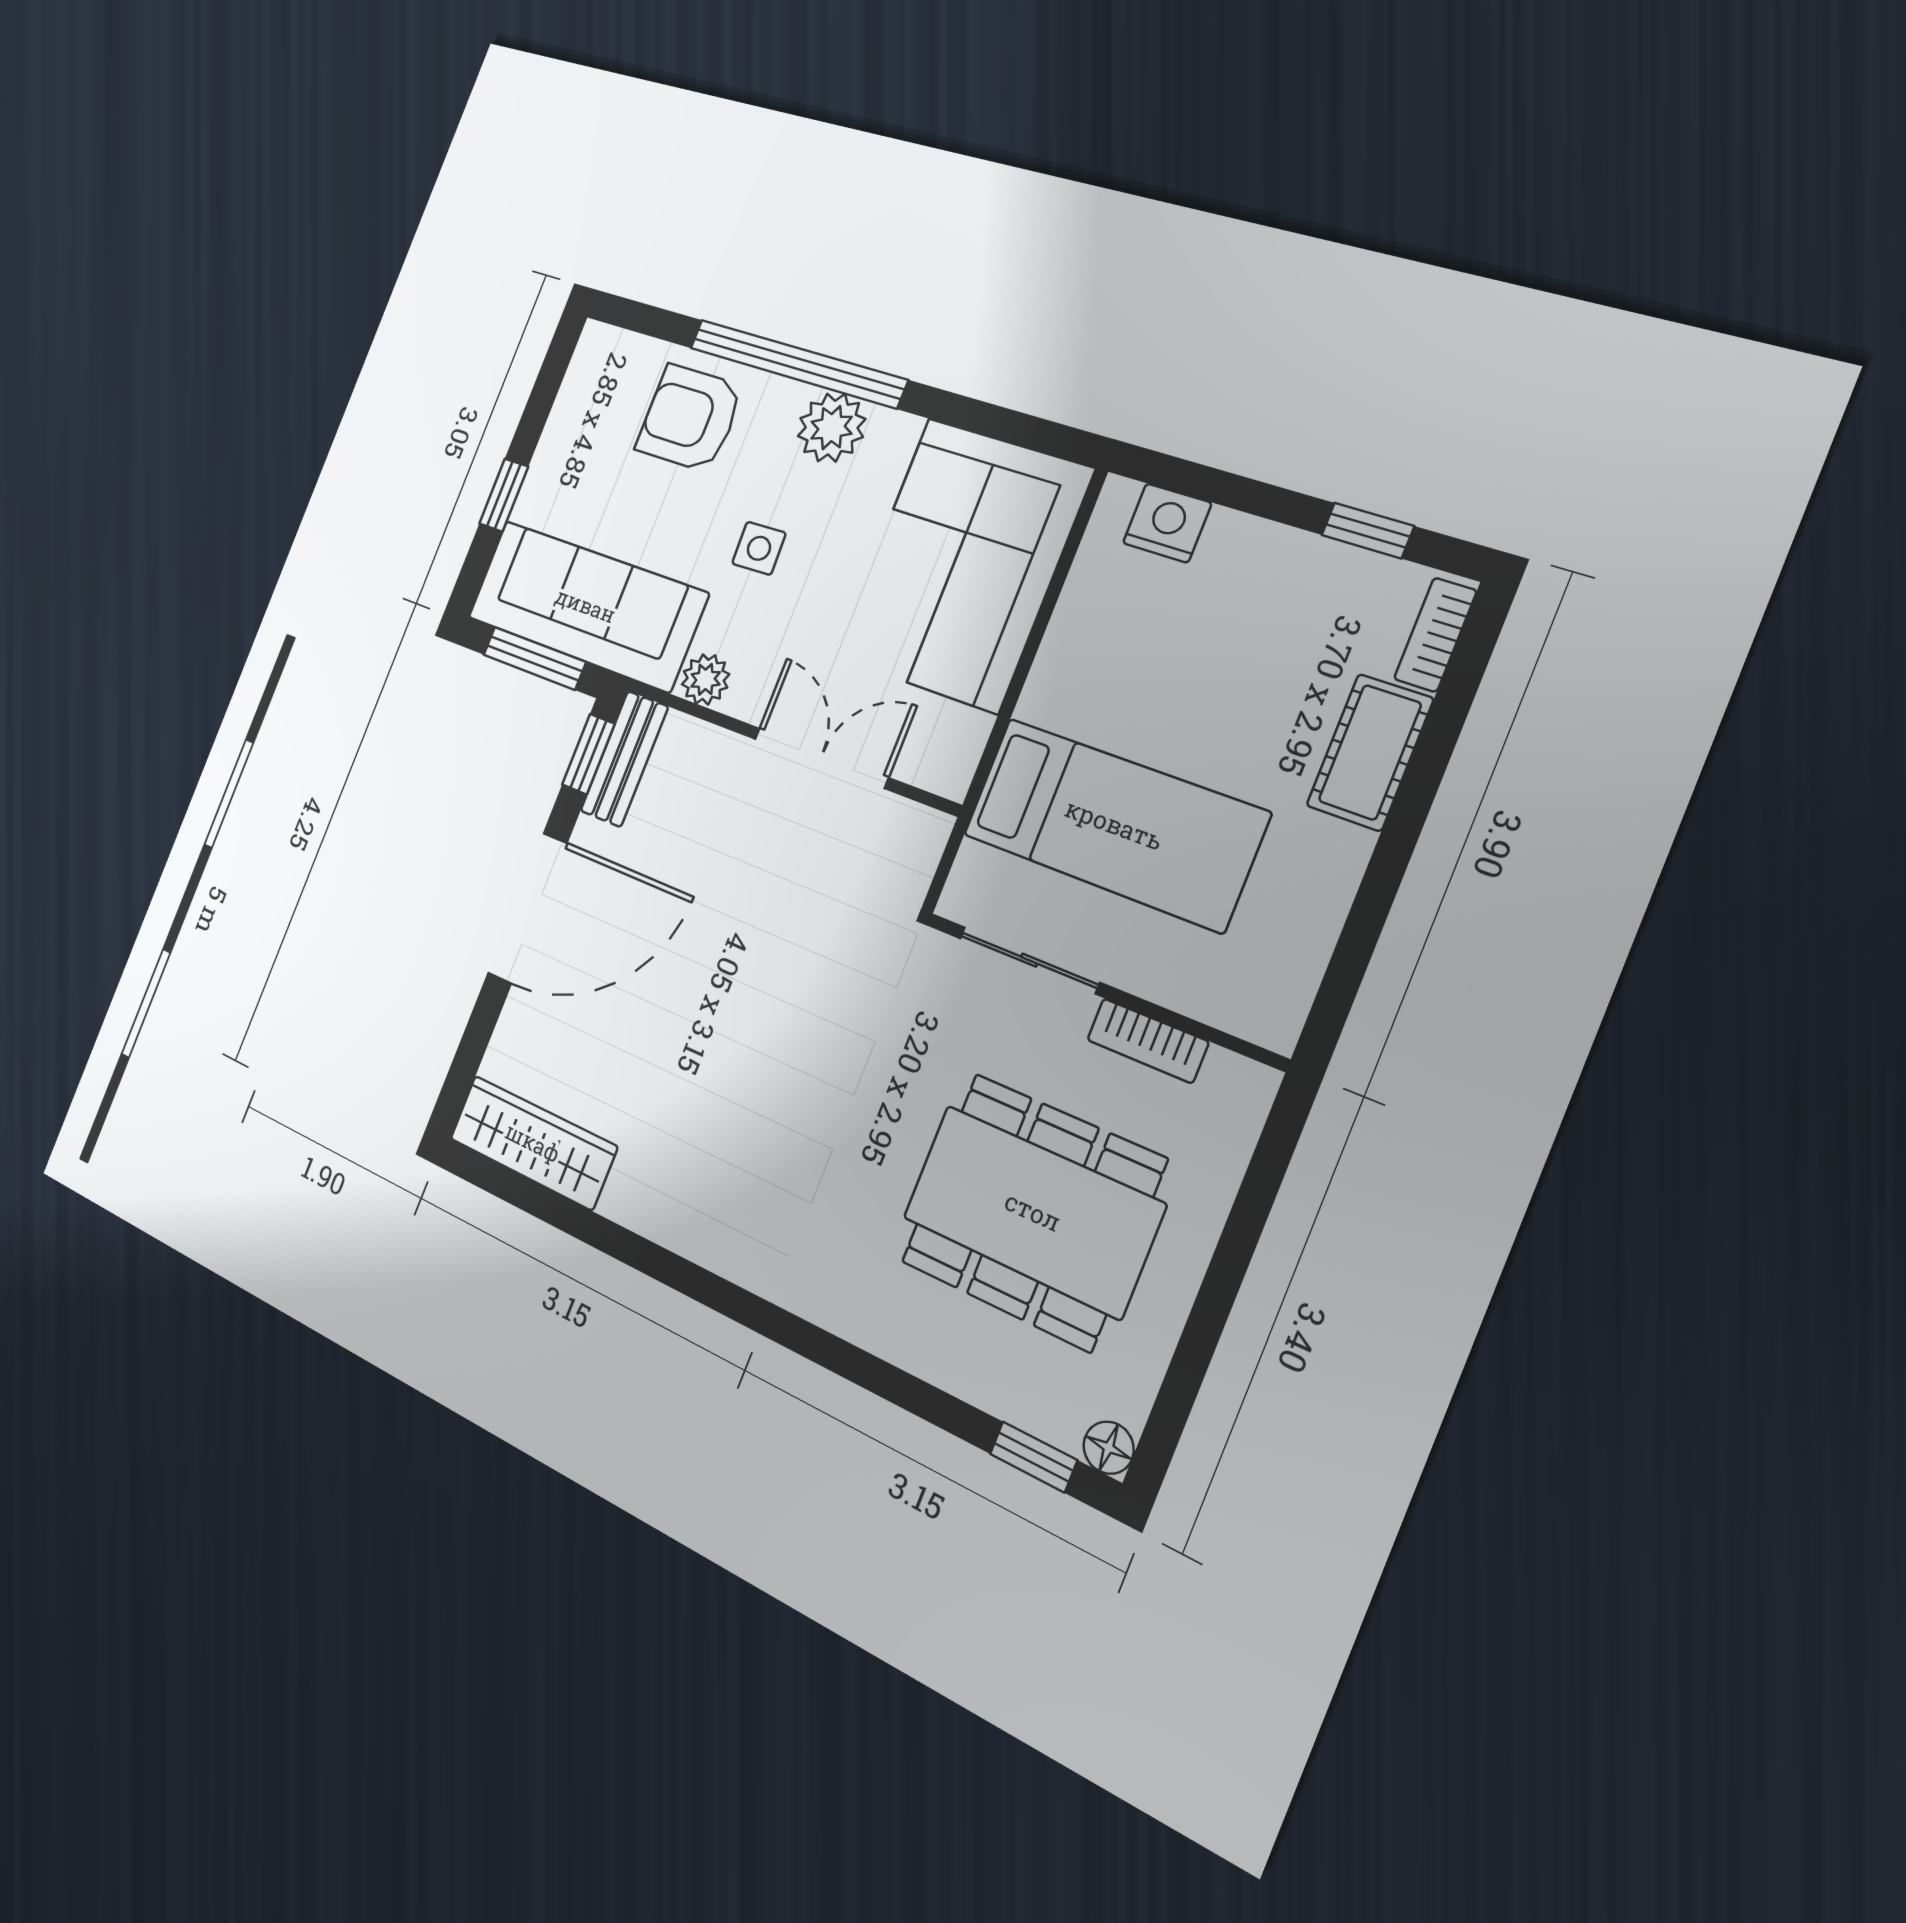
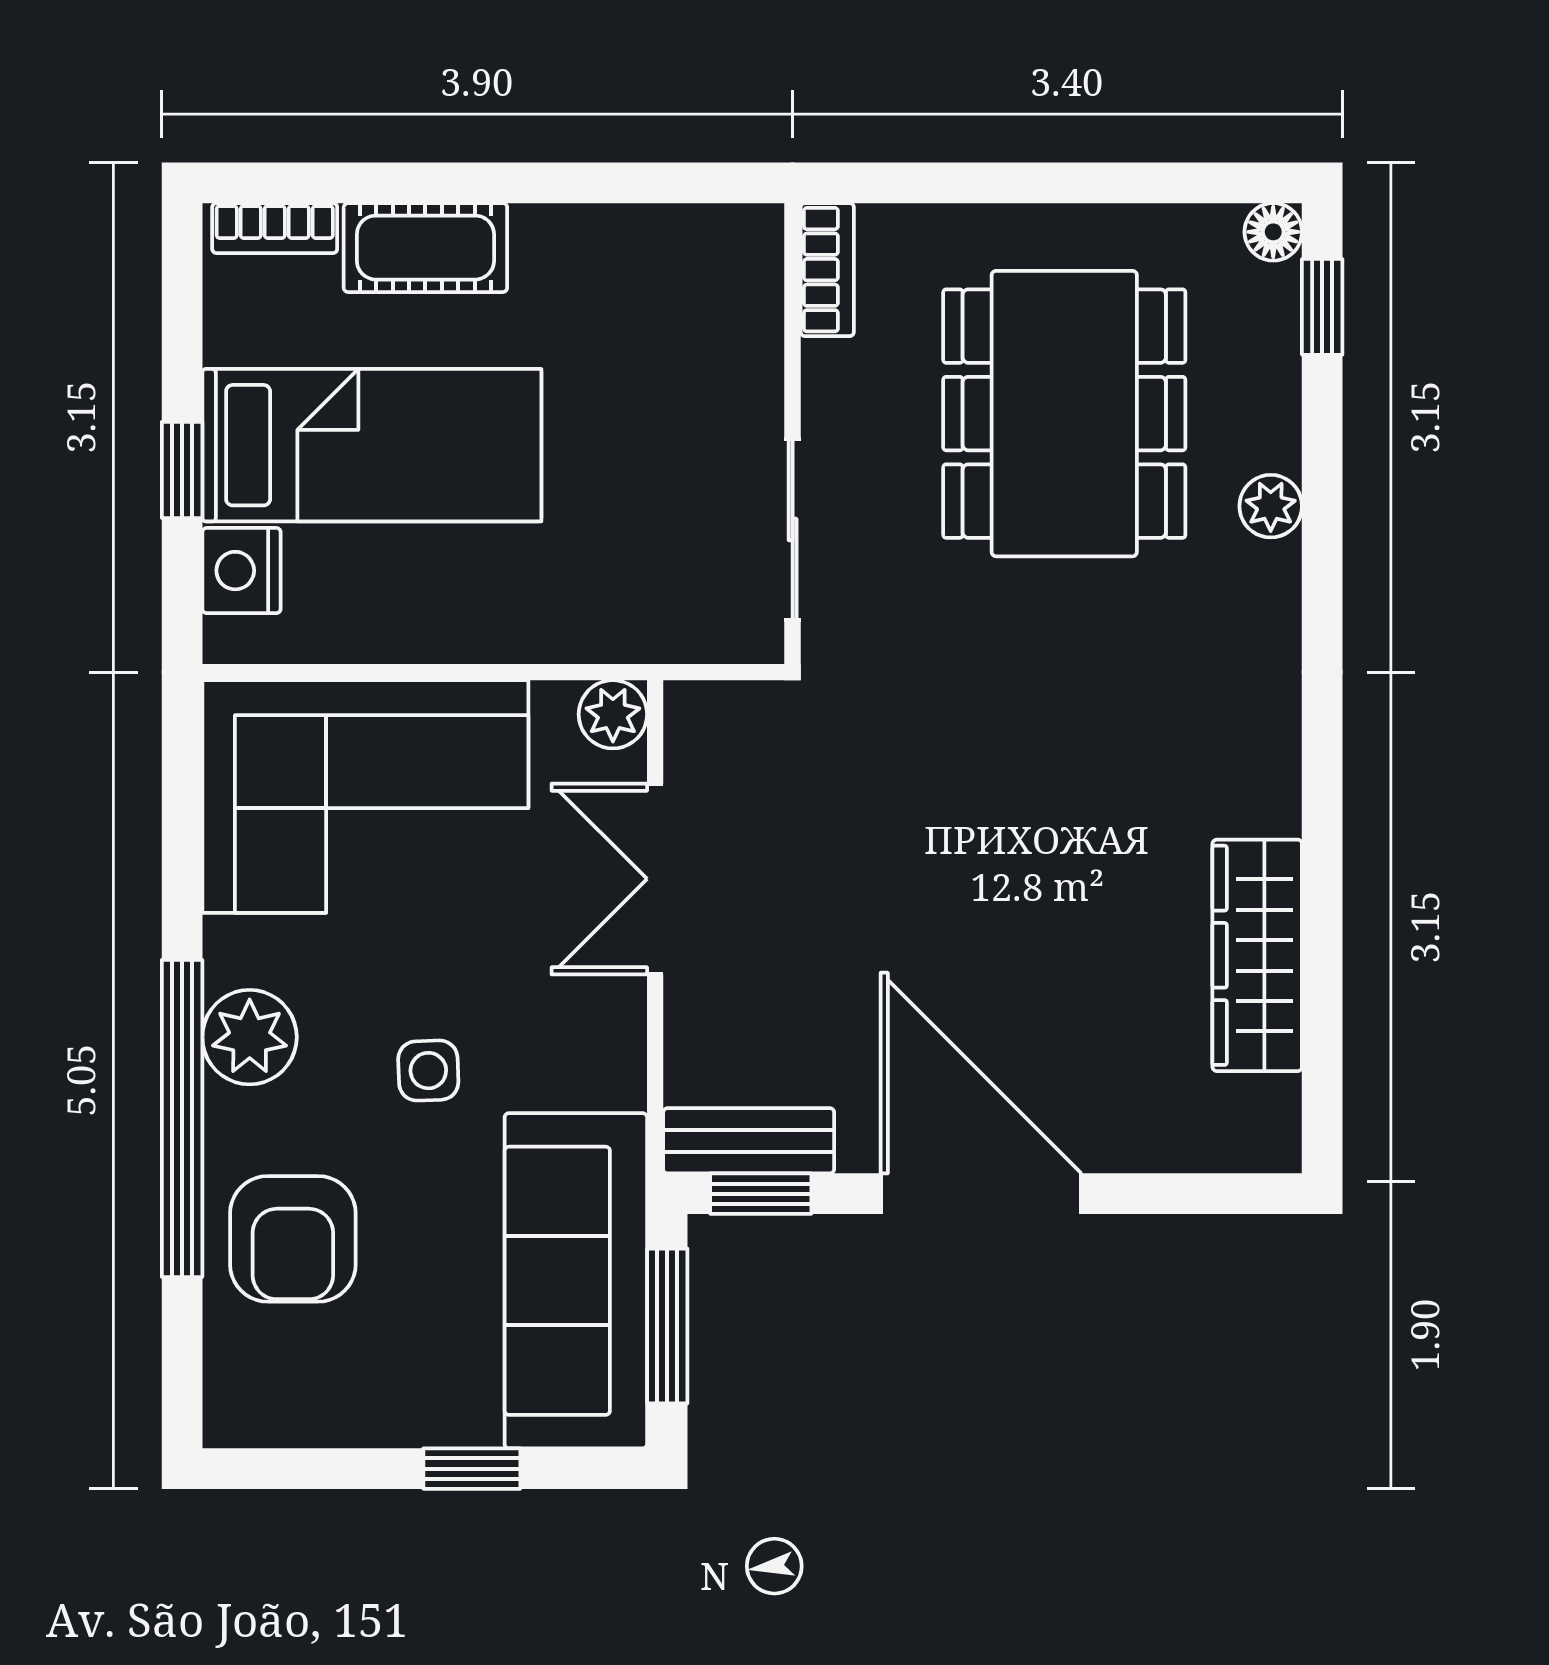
window: (1368, 531) -> (182, 470), moved
plant: (706, 679) -> (613, 714), moved
bed: (1114, 824) -> (372, 445), moved, turned 90
bookcase: (1148, 1041) -> (827, 270), moved
wardrobe: (533, 1142) -> (1257, 955), moved
plant: (899, 1339) -> (1271, 506), added

